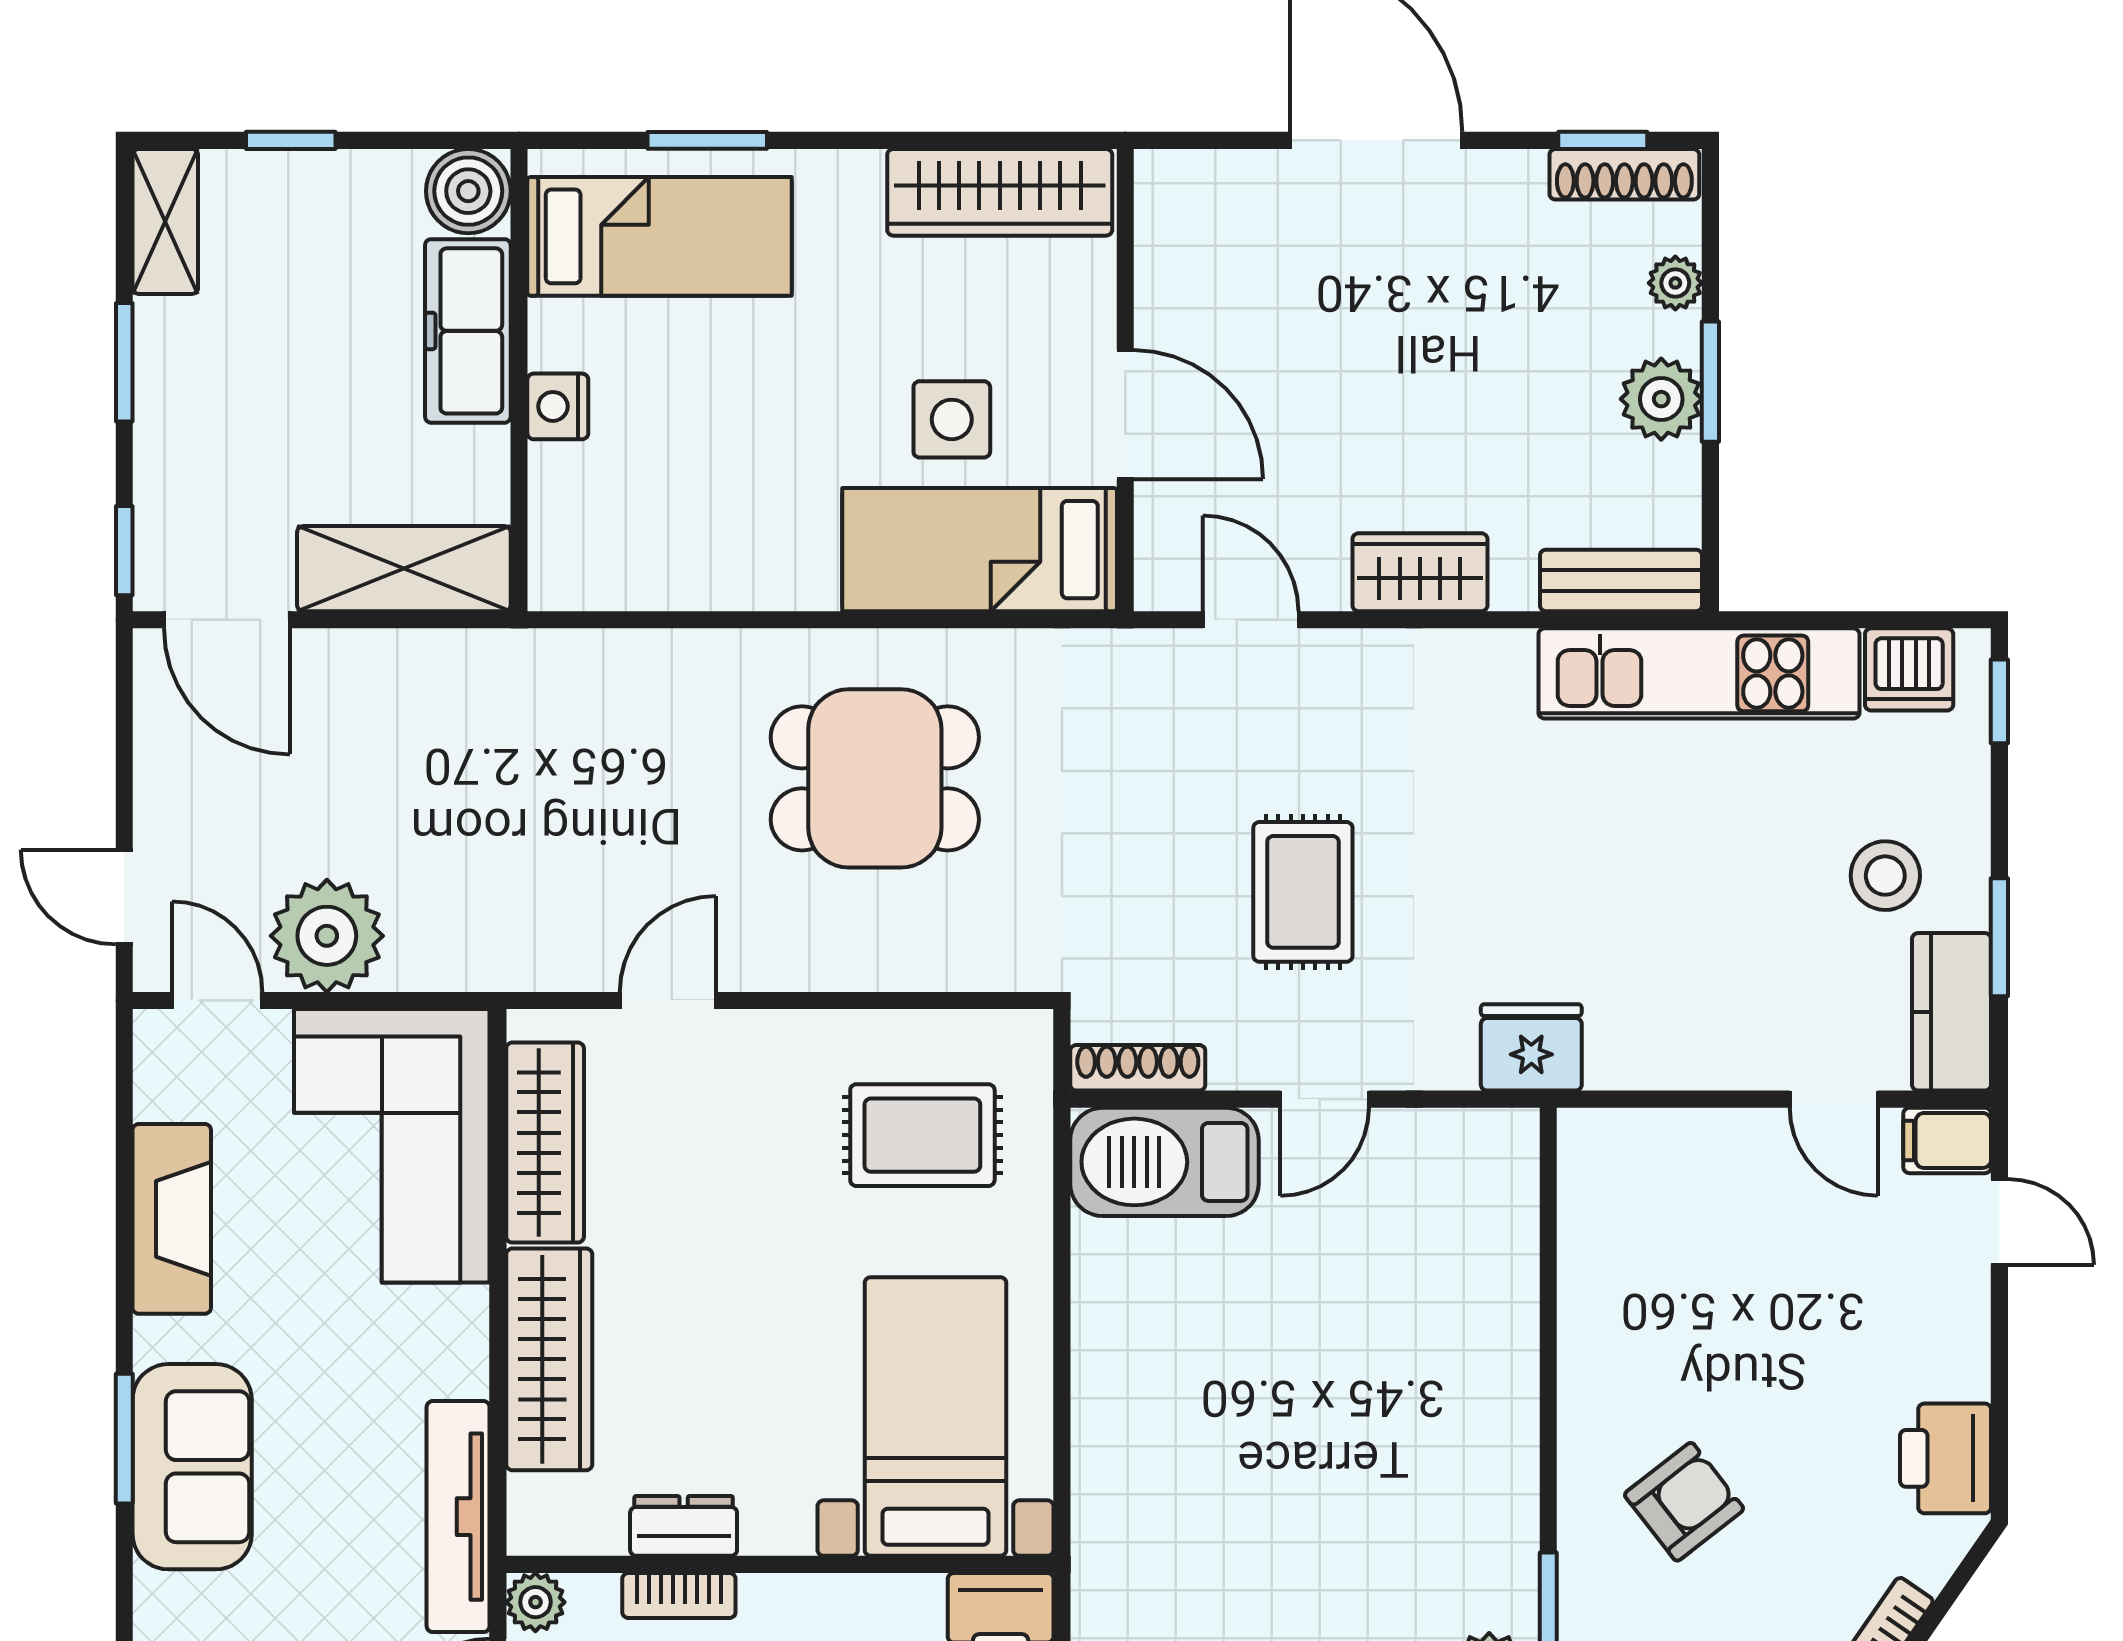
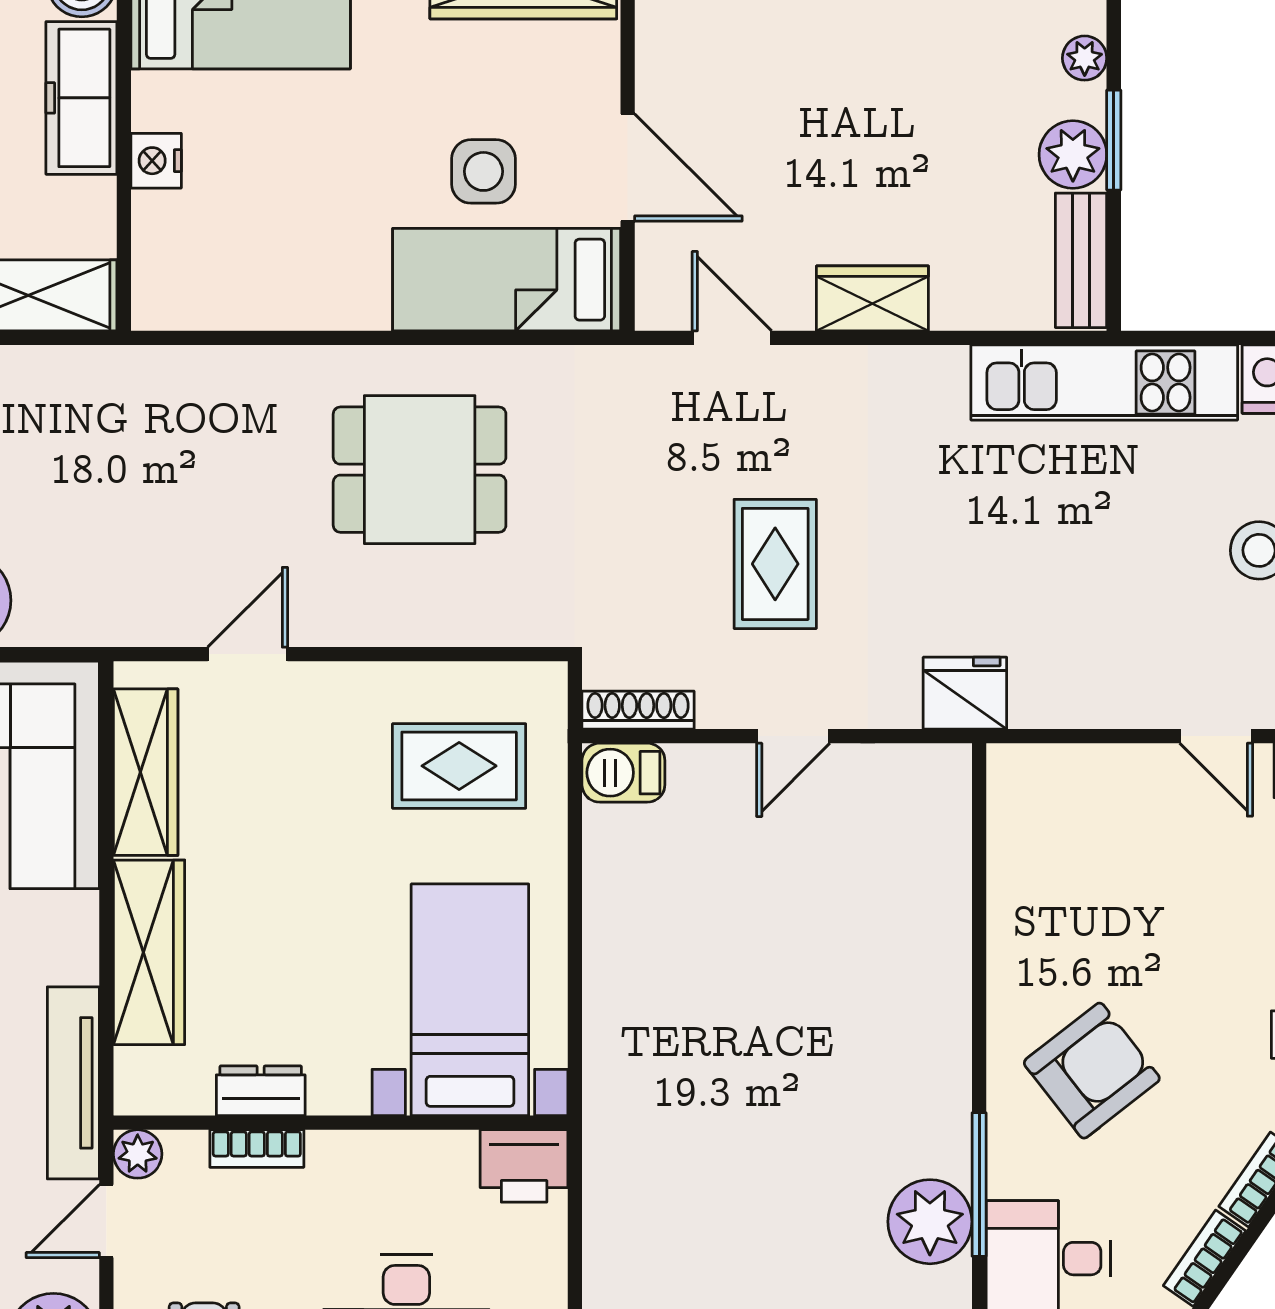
bench: (1621, 580) -> (1081, 260), moved, turned 90
barbecue: (1164, 1162) -> (623, 773), width x0.53, depth x0.65
armchair: (1684, 1502) -> (1092, 1071), width x1.38, depth x1.38

